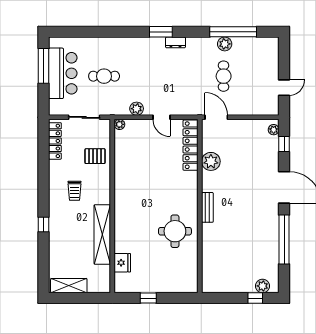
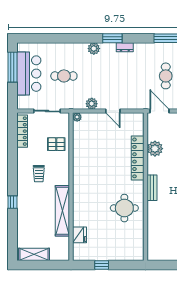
plant: (225, 44) -> (94, 49), moved
locker: (191, 145) -> (138, 158), moved

